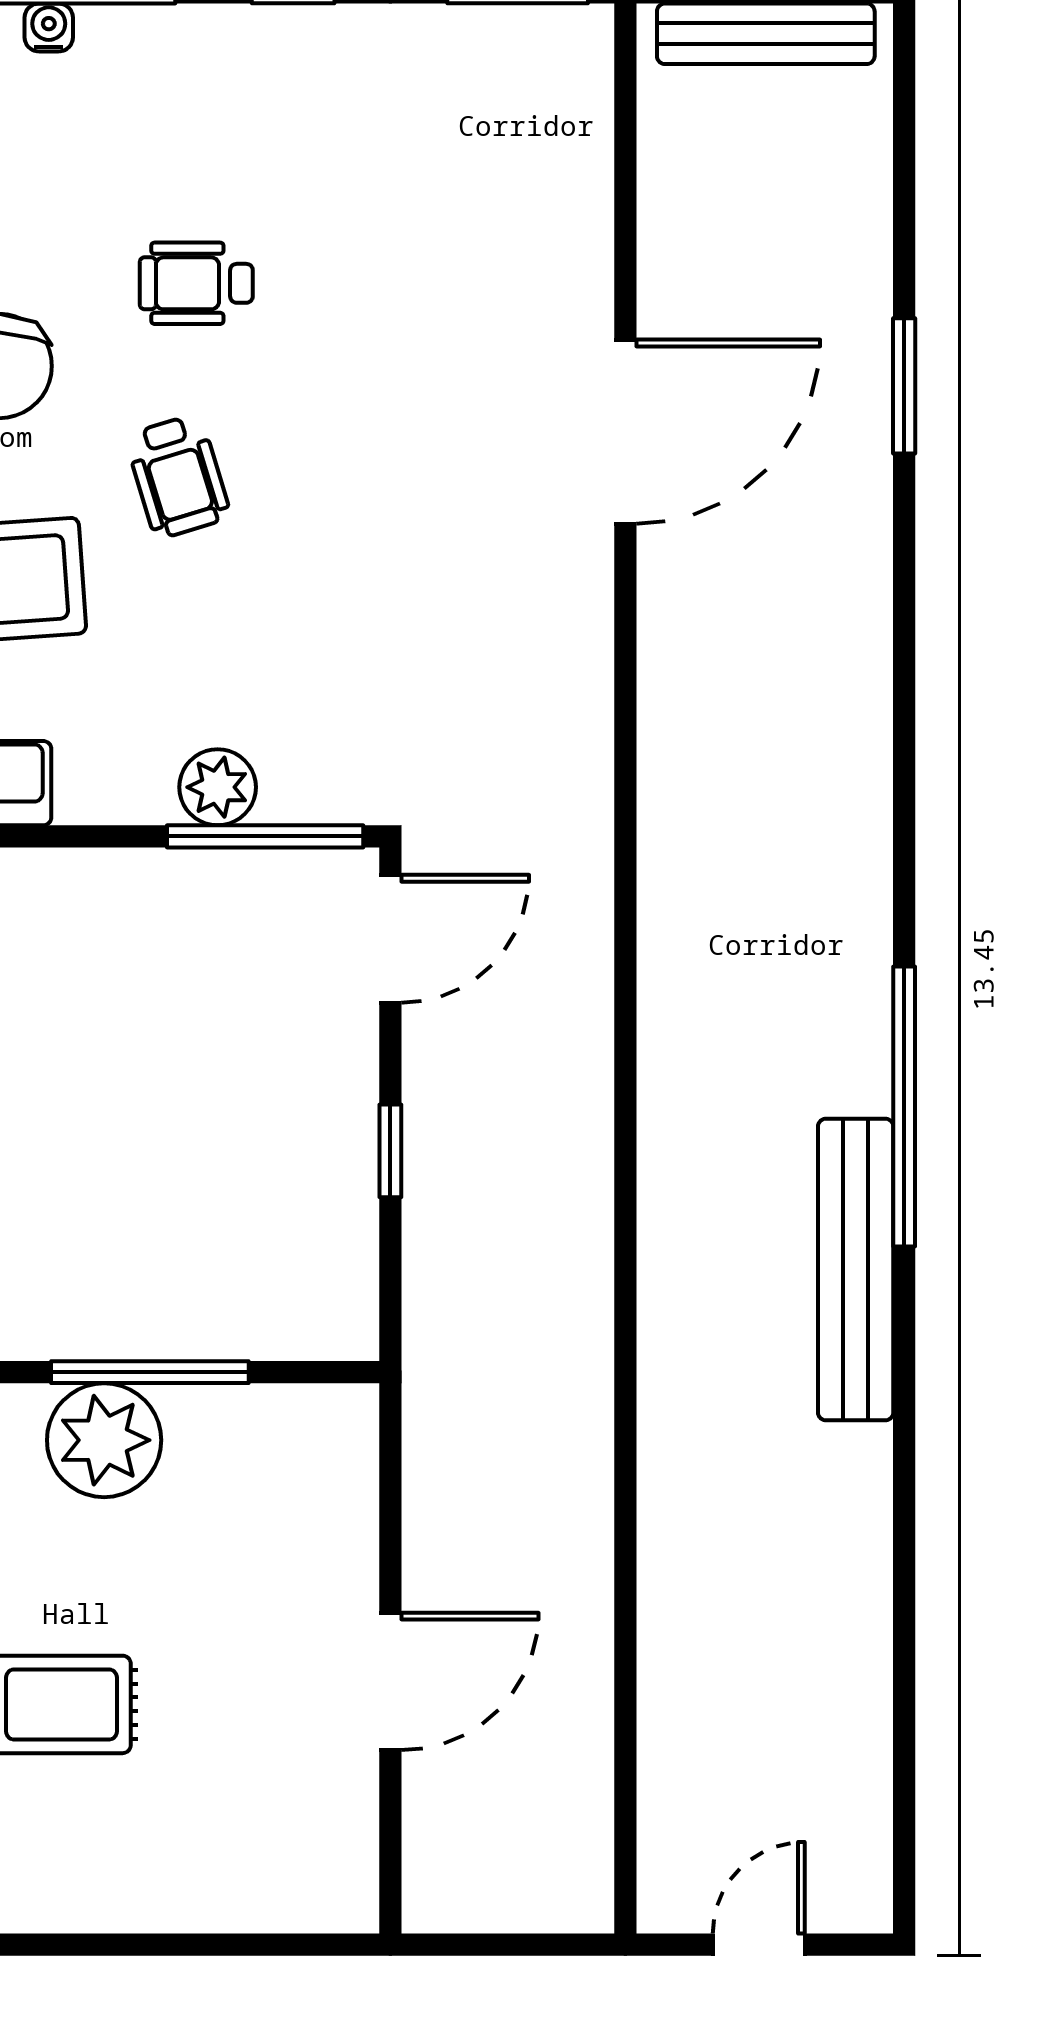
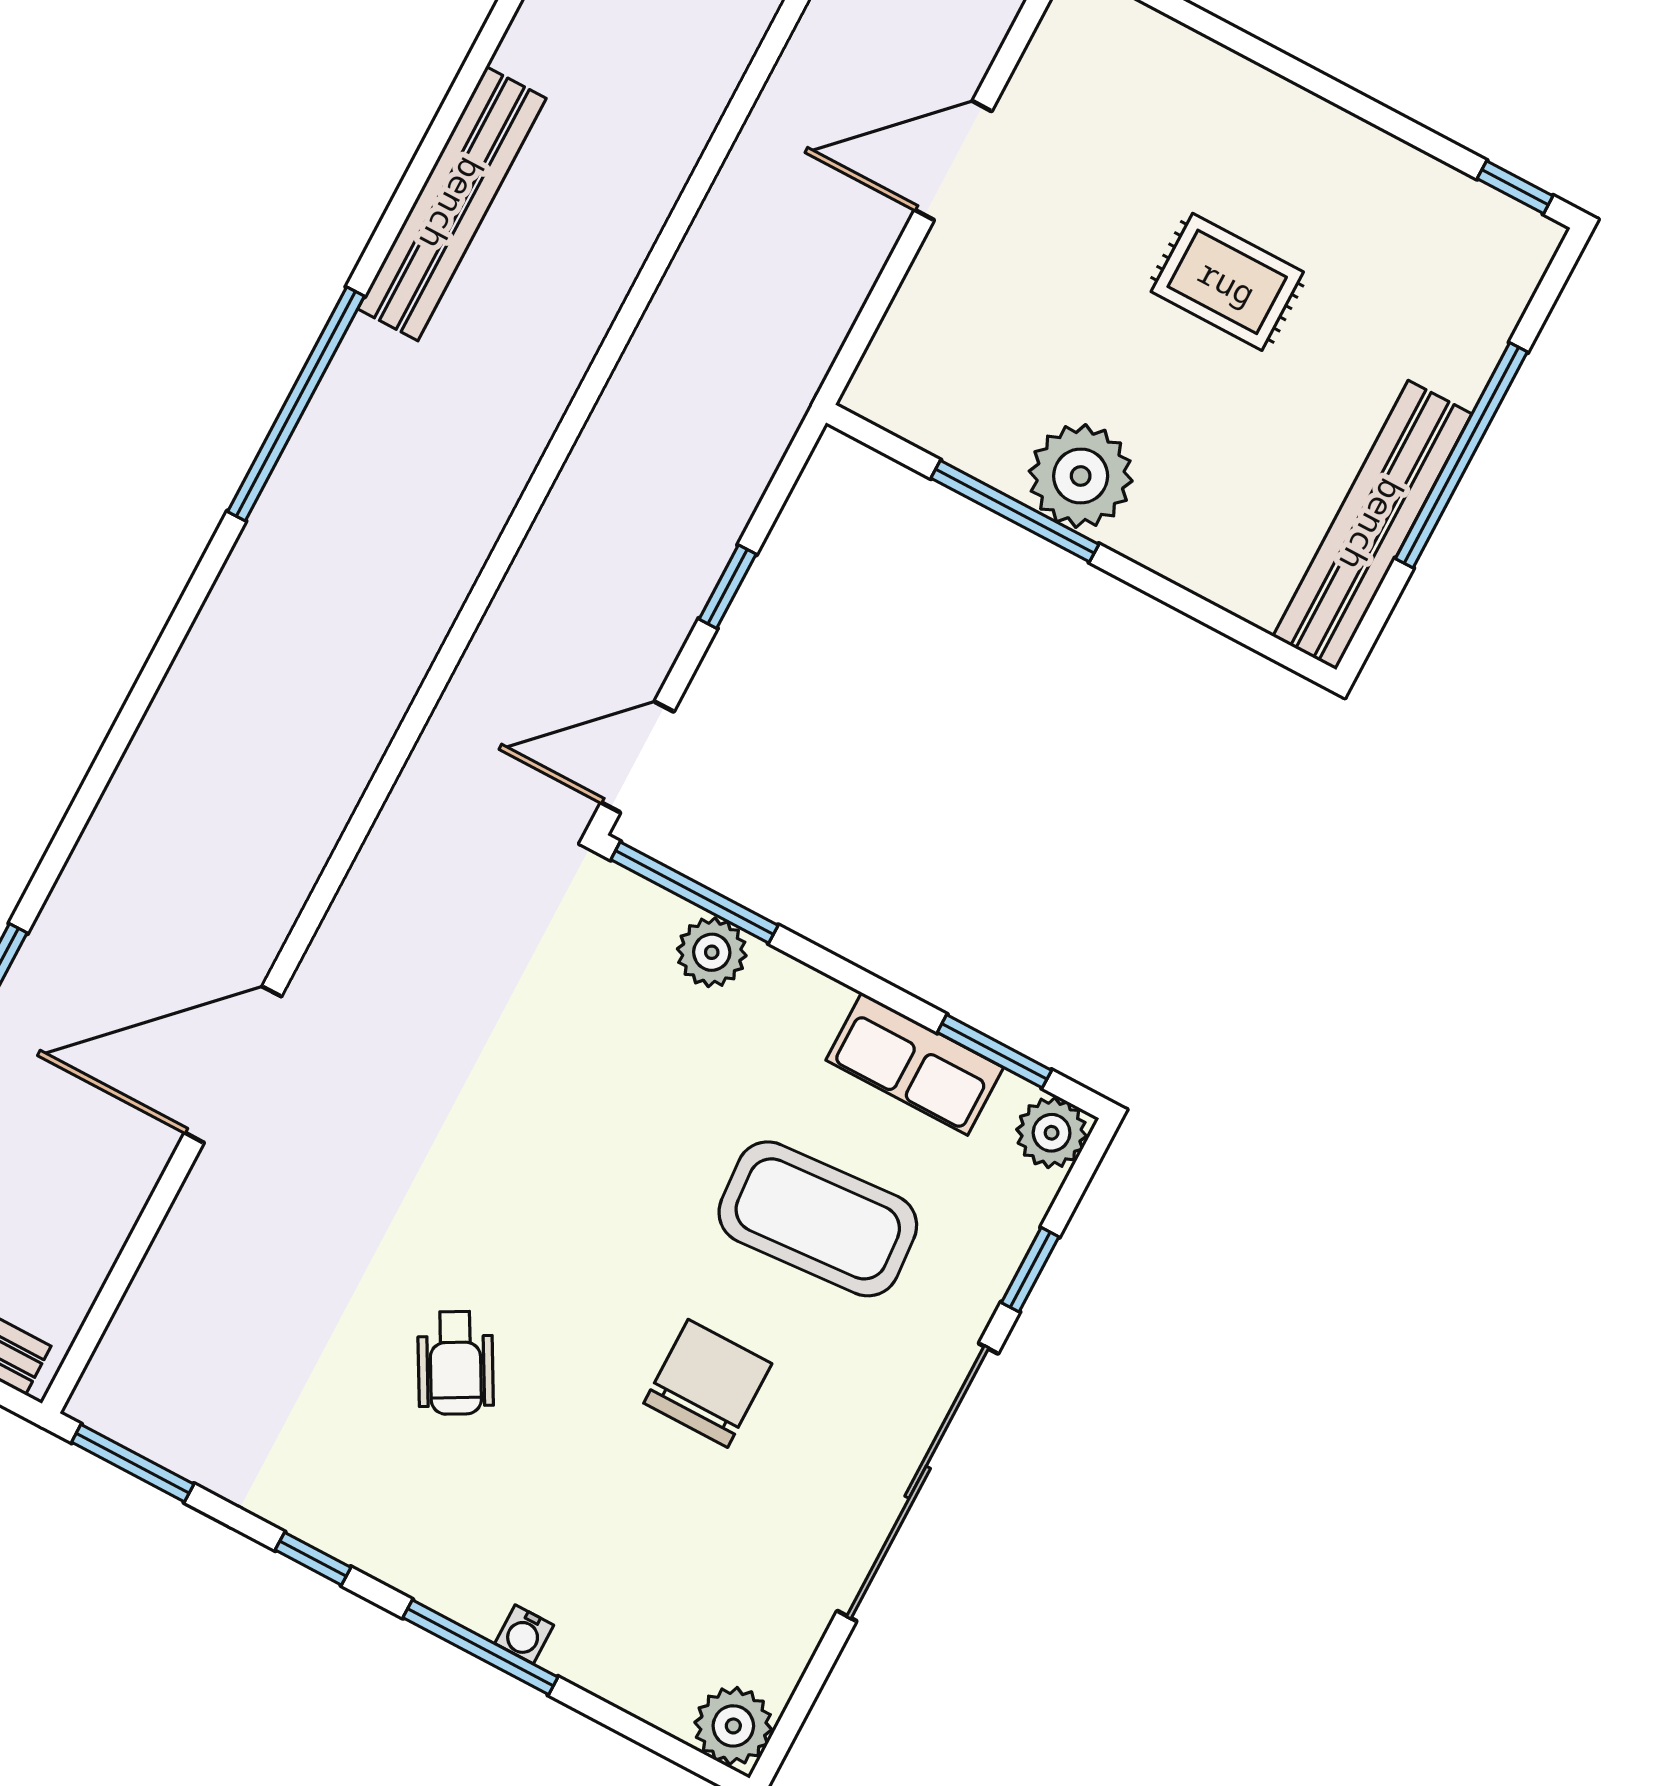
wheelchair: (196, 283) -> (456, 1363), moved, turned 61
wheelchair: (178, 476) -> (611, 1219), removed
bench: (856, 1269) -> (452, 204), moved

